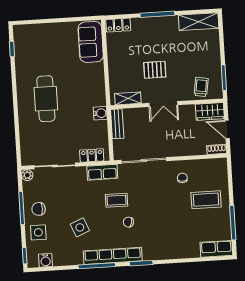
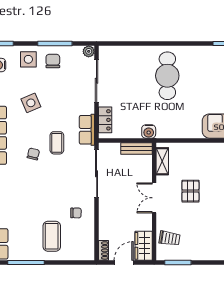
cafe table: (46, 99) -> (167, 76), turned 90

